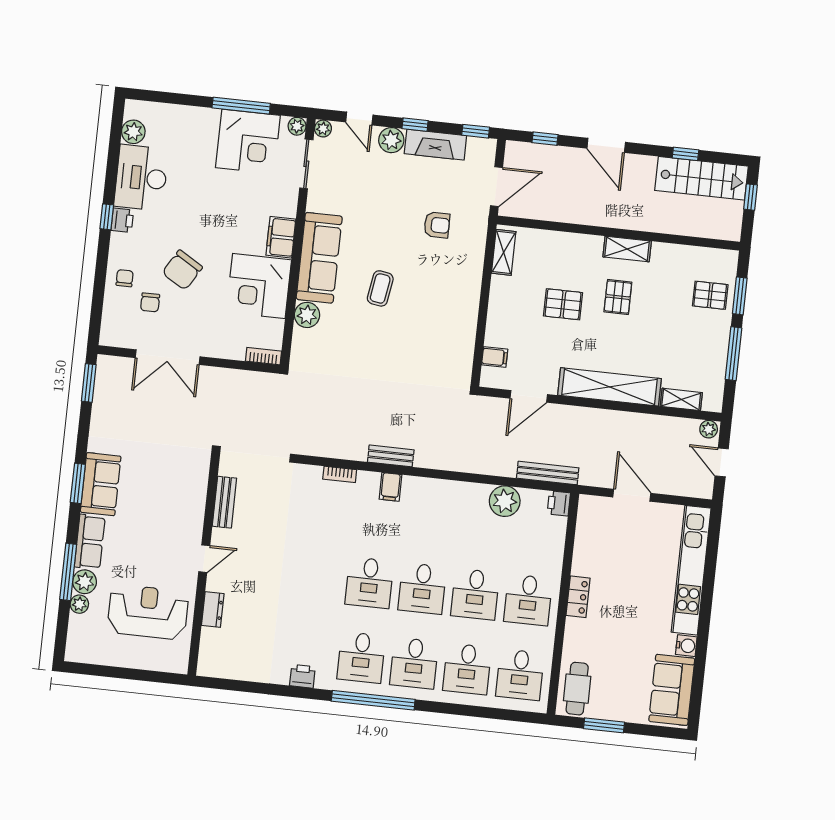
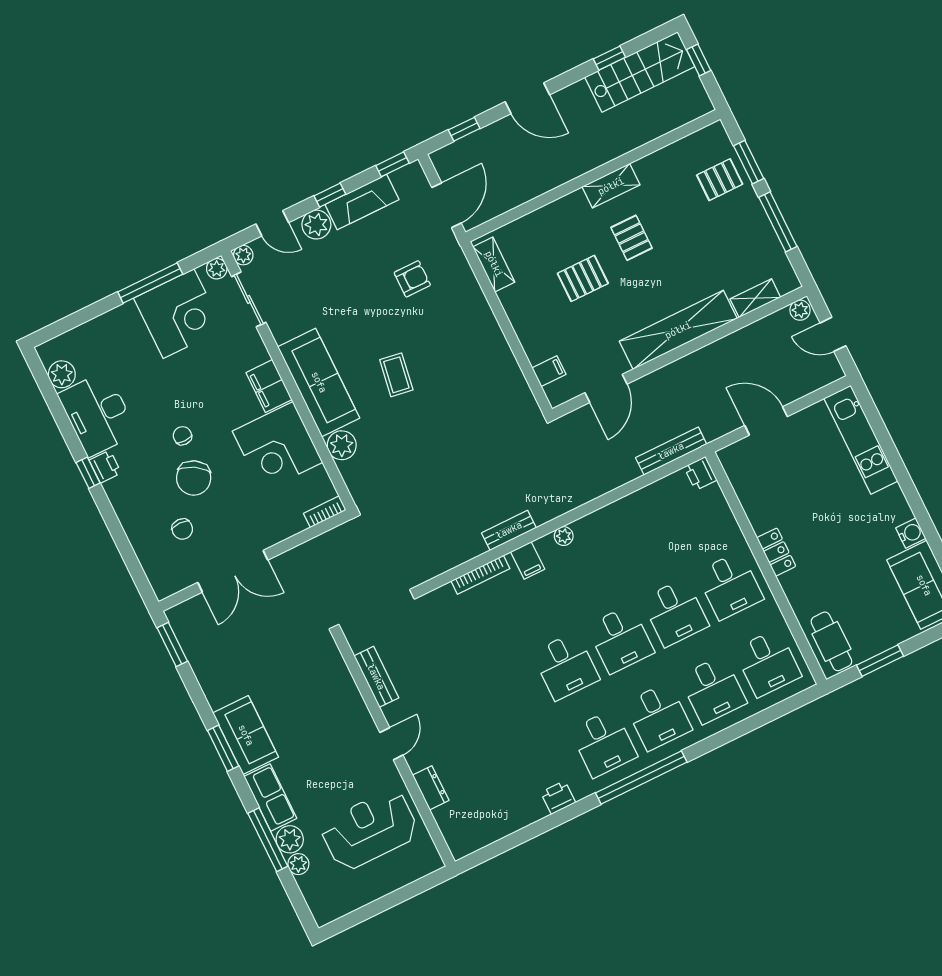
chair: (125, 278) -> (182, 436), moved
bookcase: (340, 474) -> (480, 575), width x1.56
plant: (505, 501) -> (564, 536), moved, width x0.53, depth x0.53
kitchen unit: (691, 570) -> (861, 440), width x0.73

